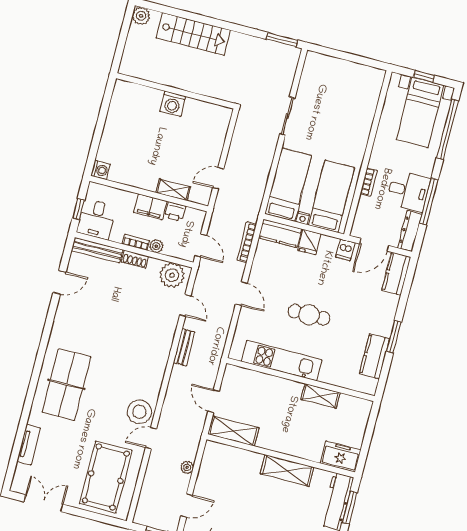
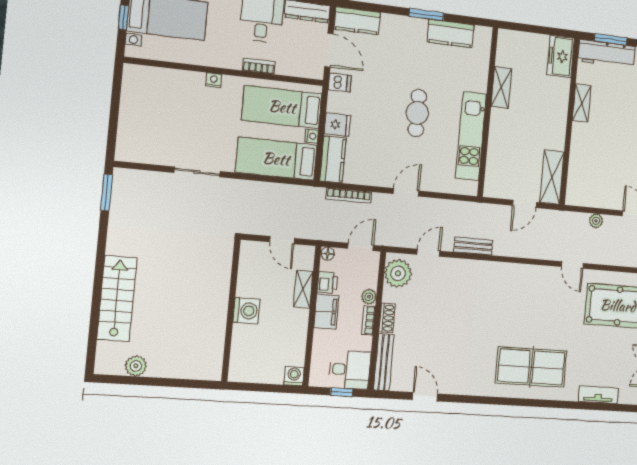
plant: (141, 16) -> (136, 366), moved
wall: (175, 91) -> (231, 310), moved
washing machine: (173, 104) -> (246, 311), moved
nightstand: (362, 142) -> (214, 80), added
floor lamp: (200, 216) -> (328, 254), added
stool: (139, 412) -> (547, 283), removed
shelving: (287, 471) -> (582, 103), width x0.67, depth x0.75

